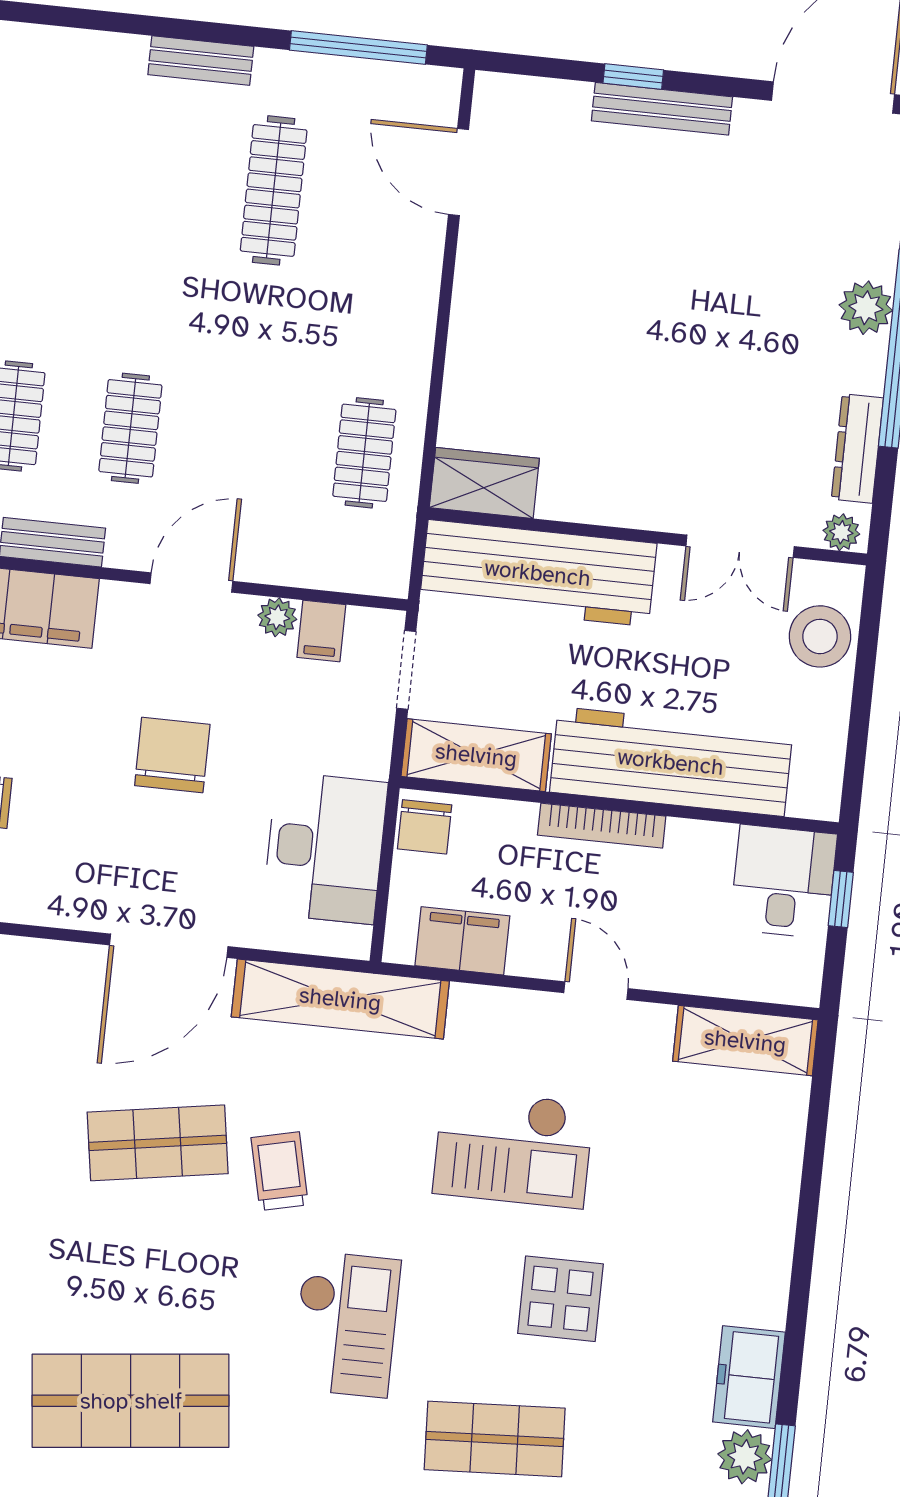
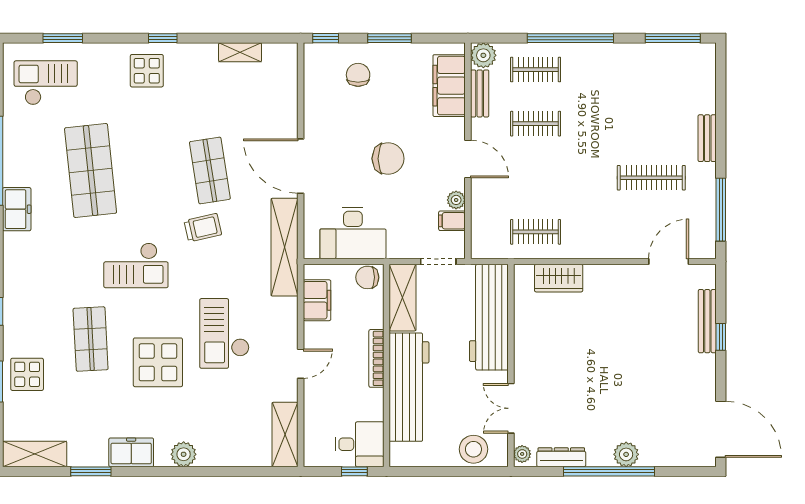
bench: (662, 109) -> (707, 321), moved
wardrobe: (484, 483) -> (559, 278), moved, turned 90
display table: (560, 1299) -> (158, 362), width x1.36, depth x1.36
plant: (745, 1457) -> (184, 454), moved

